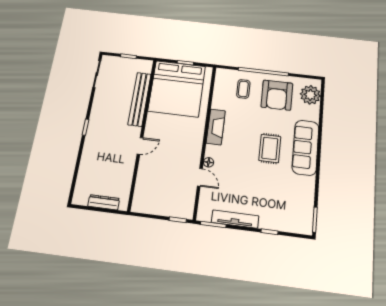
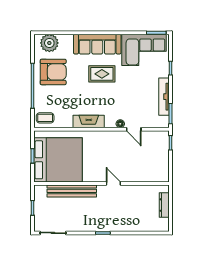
coffee table: (243, 89) -> (45, 118), moved
door: (200, 177) -> (134, 129), swing flipped
corner sofa: (295, 202) -> (144, 50), added

